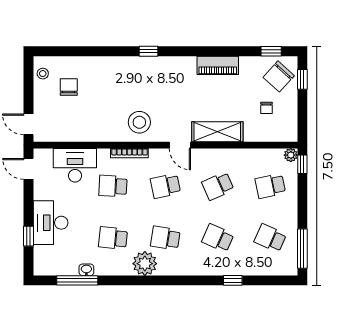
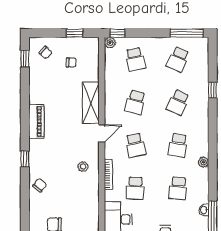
piano: (218, 65) -> (36, 121), moved
chair: (117, 69) -> (40, 185), added
chair: (279, 76) -> (46, 52), width x0.54, depth x0.54
window: (302, 79) -> (75, 33), moved
stool: (139, 122) -> (83, 167), width x0.53, depth x0.53
school desk: (218, 186) -> (135, 102), turned 39
plant: (145, 264) -> (203, 162), width x0.53, depth x0.53

